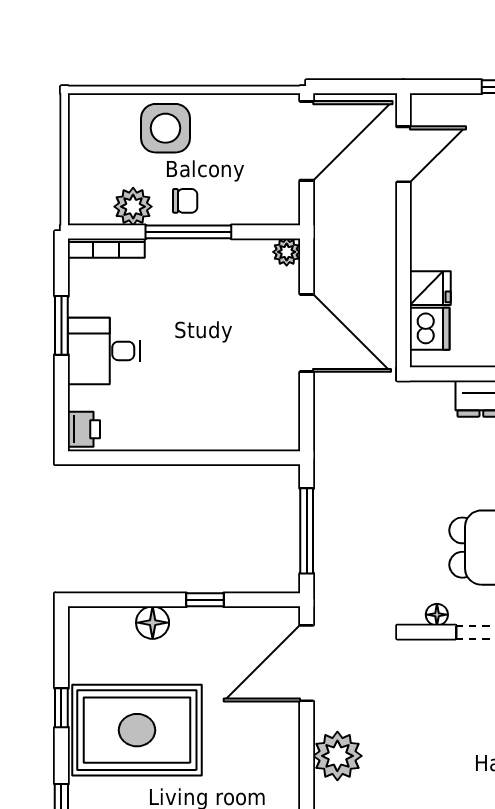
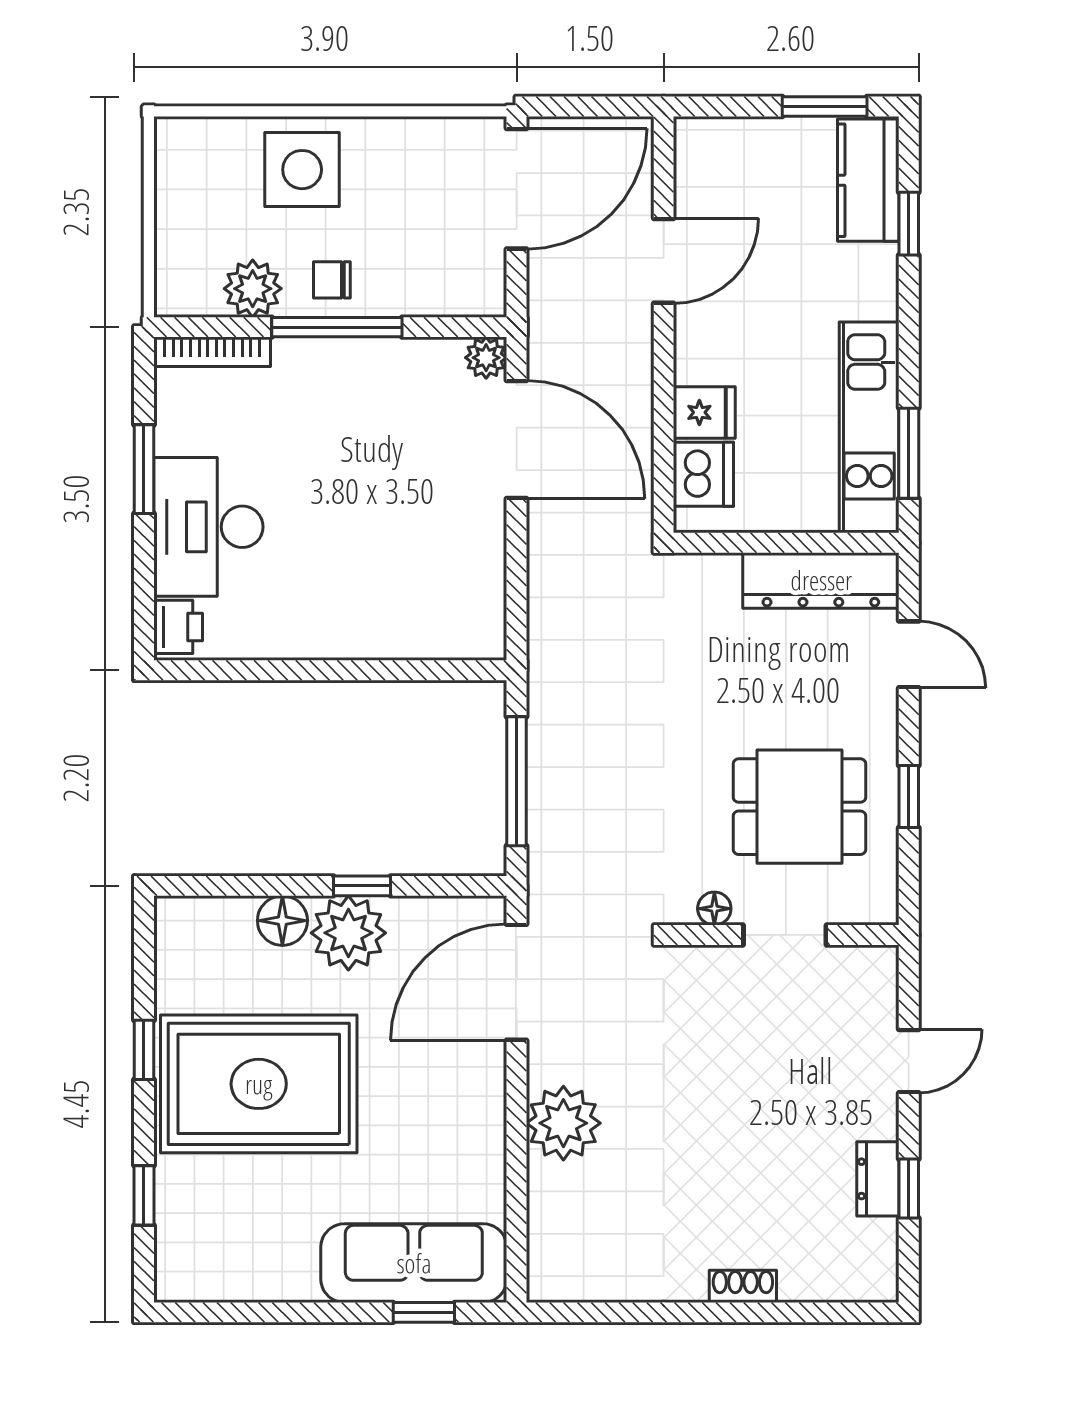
door: (404, 154) -> (664, 261), moved
chair: (185, 201) -> (332, 280), turned 180
door: (307, 333) -> (517, 440), moved
desk: (104, 351) -> (208, 527), width x1.37
plant: (196, 631) -> (348, 933), added

